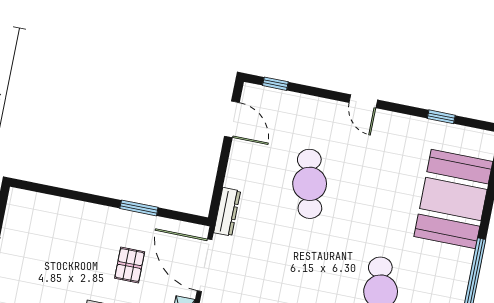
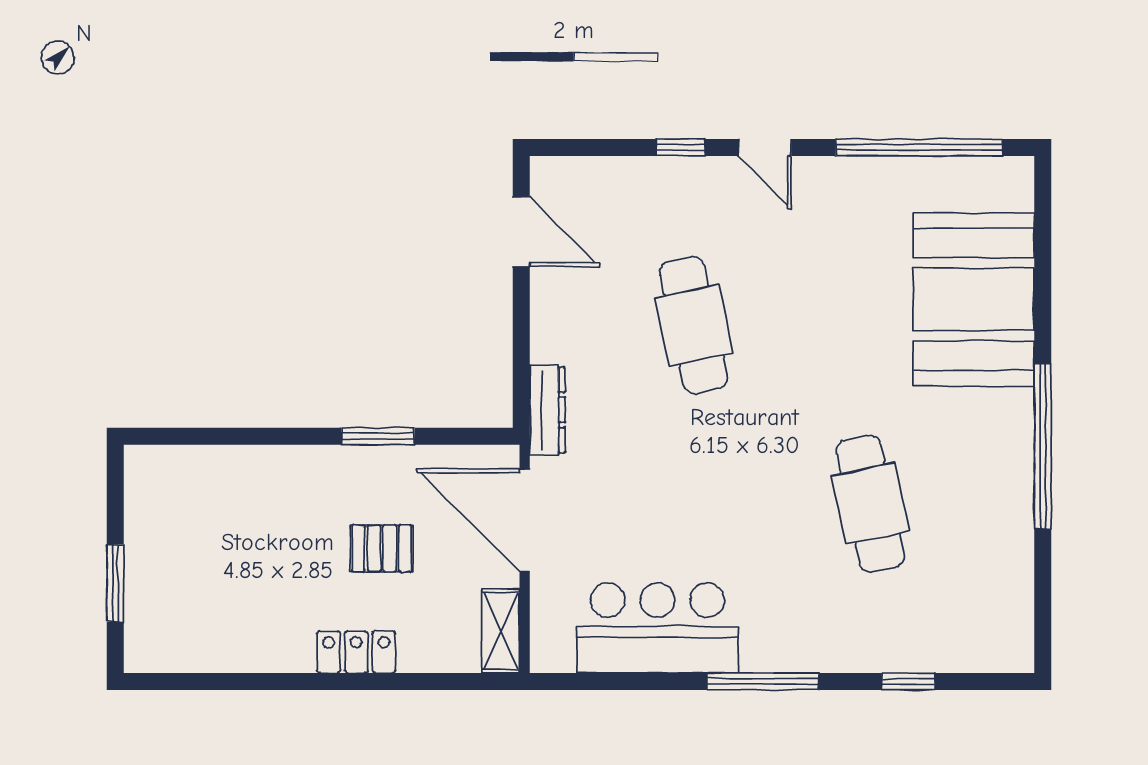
window: (275, 84) -> (681, 147), moved
window: (441, 117) -> (919, 147), width x3.17
pallet: (130, 265) -> (382, 548), turned 90

